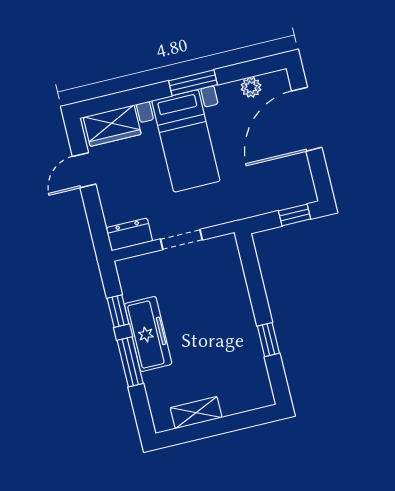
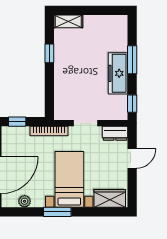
door: (84, 170) -> (132, 158), moved
bookcase: (238, 212) -> (49, 131), added
window: (118, 311) -> (132, 104), moved
shelving: (196, 413) -> (68, 21), moved

